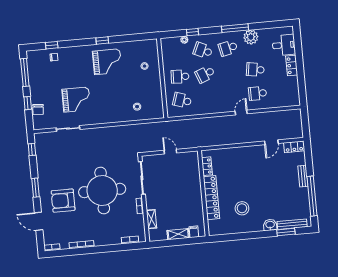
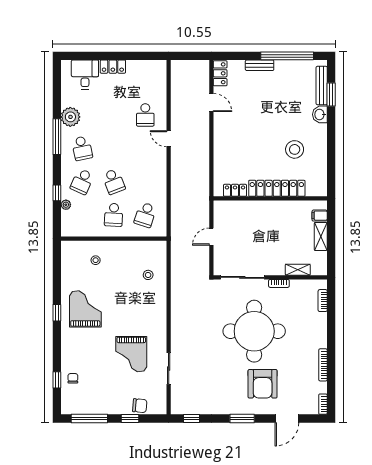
school desk: (255, 70) -> (114, 115), removed
grand piano: (76, 100) -> (131, 354), turned 180

